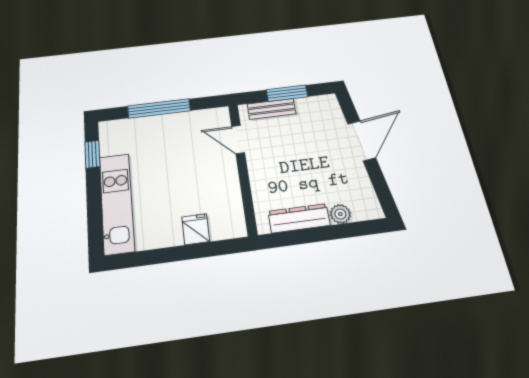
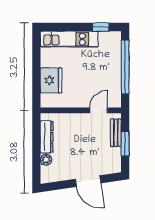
window: (159, 108) -> (125, 67), width x1.46
fridge: (196, 229) -> (51, 80), width x1.88, depth x1.34

